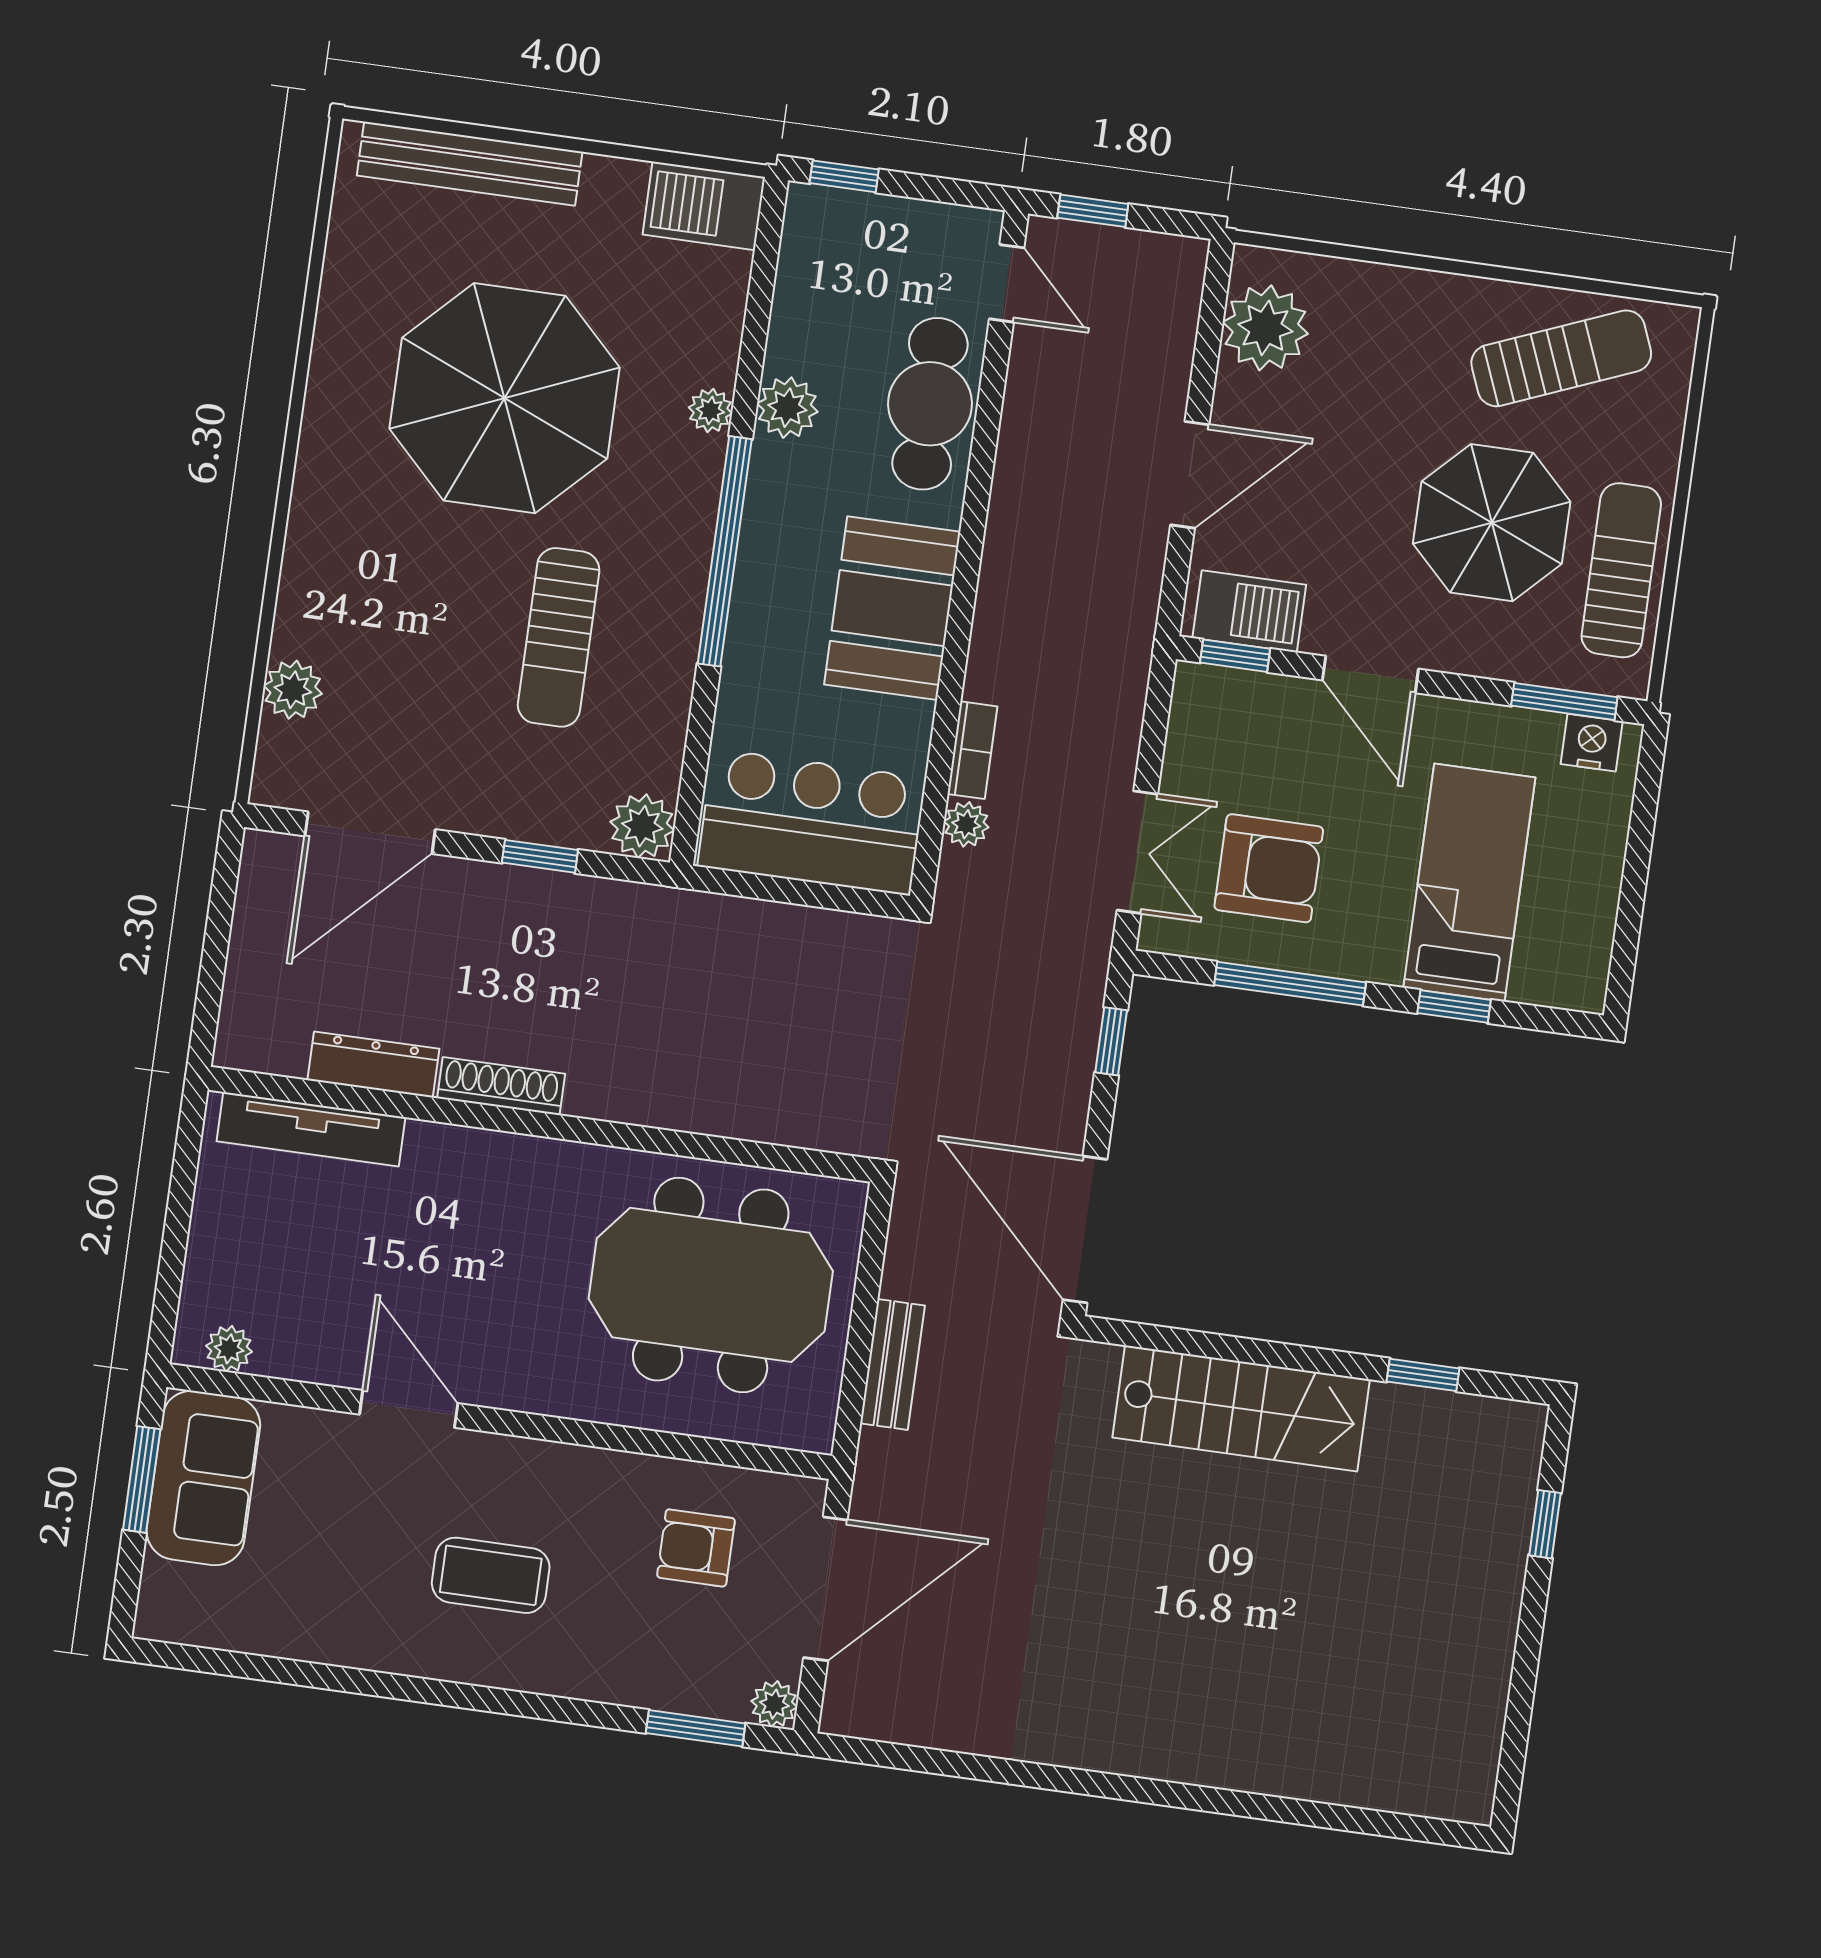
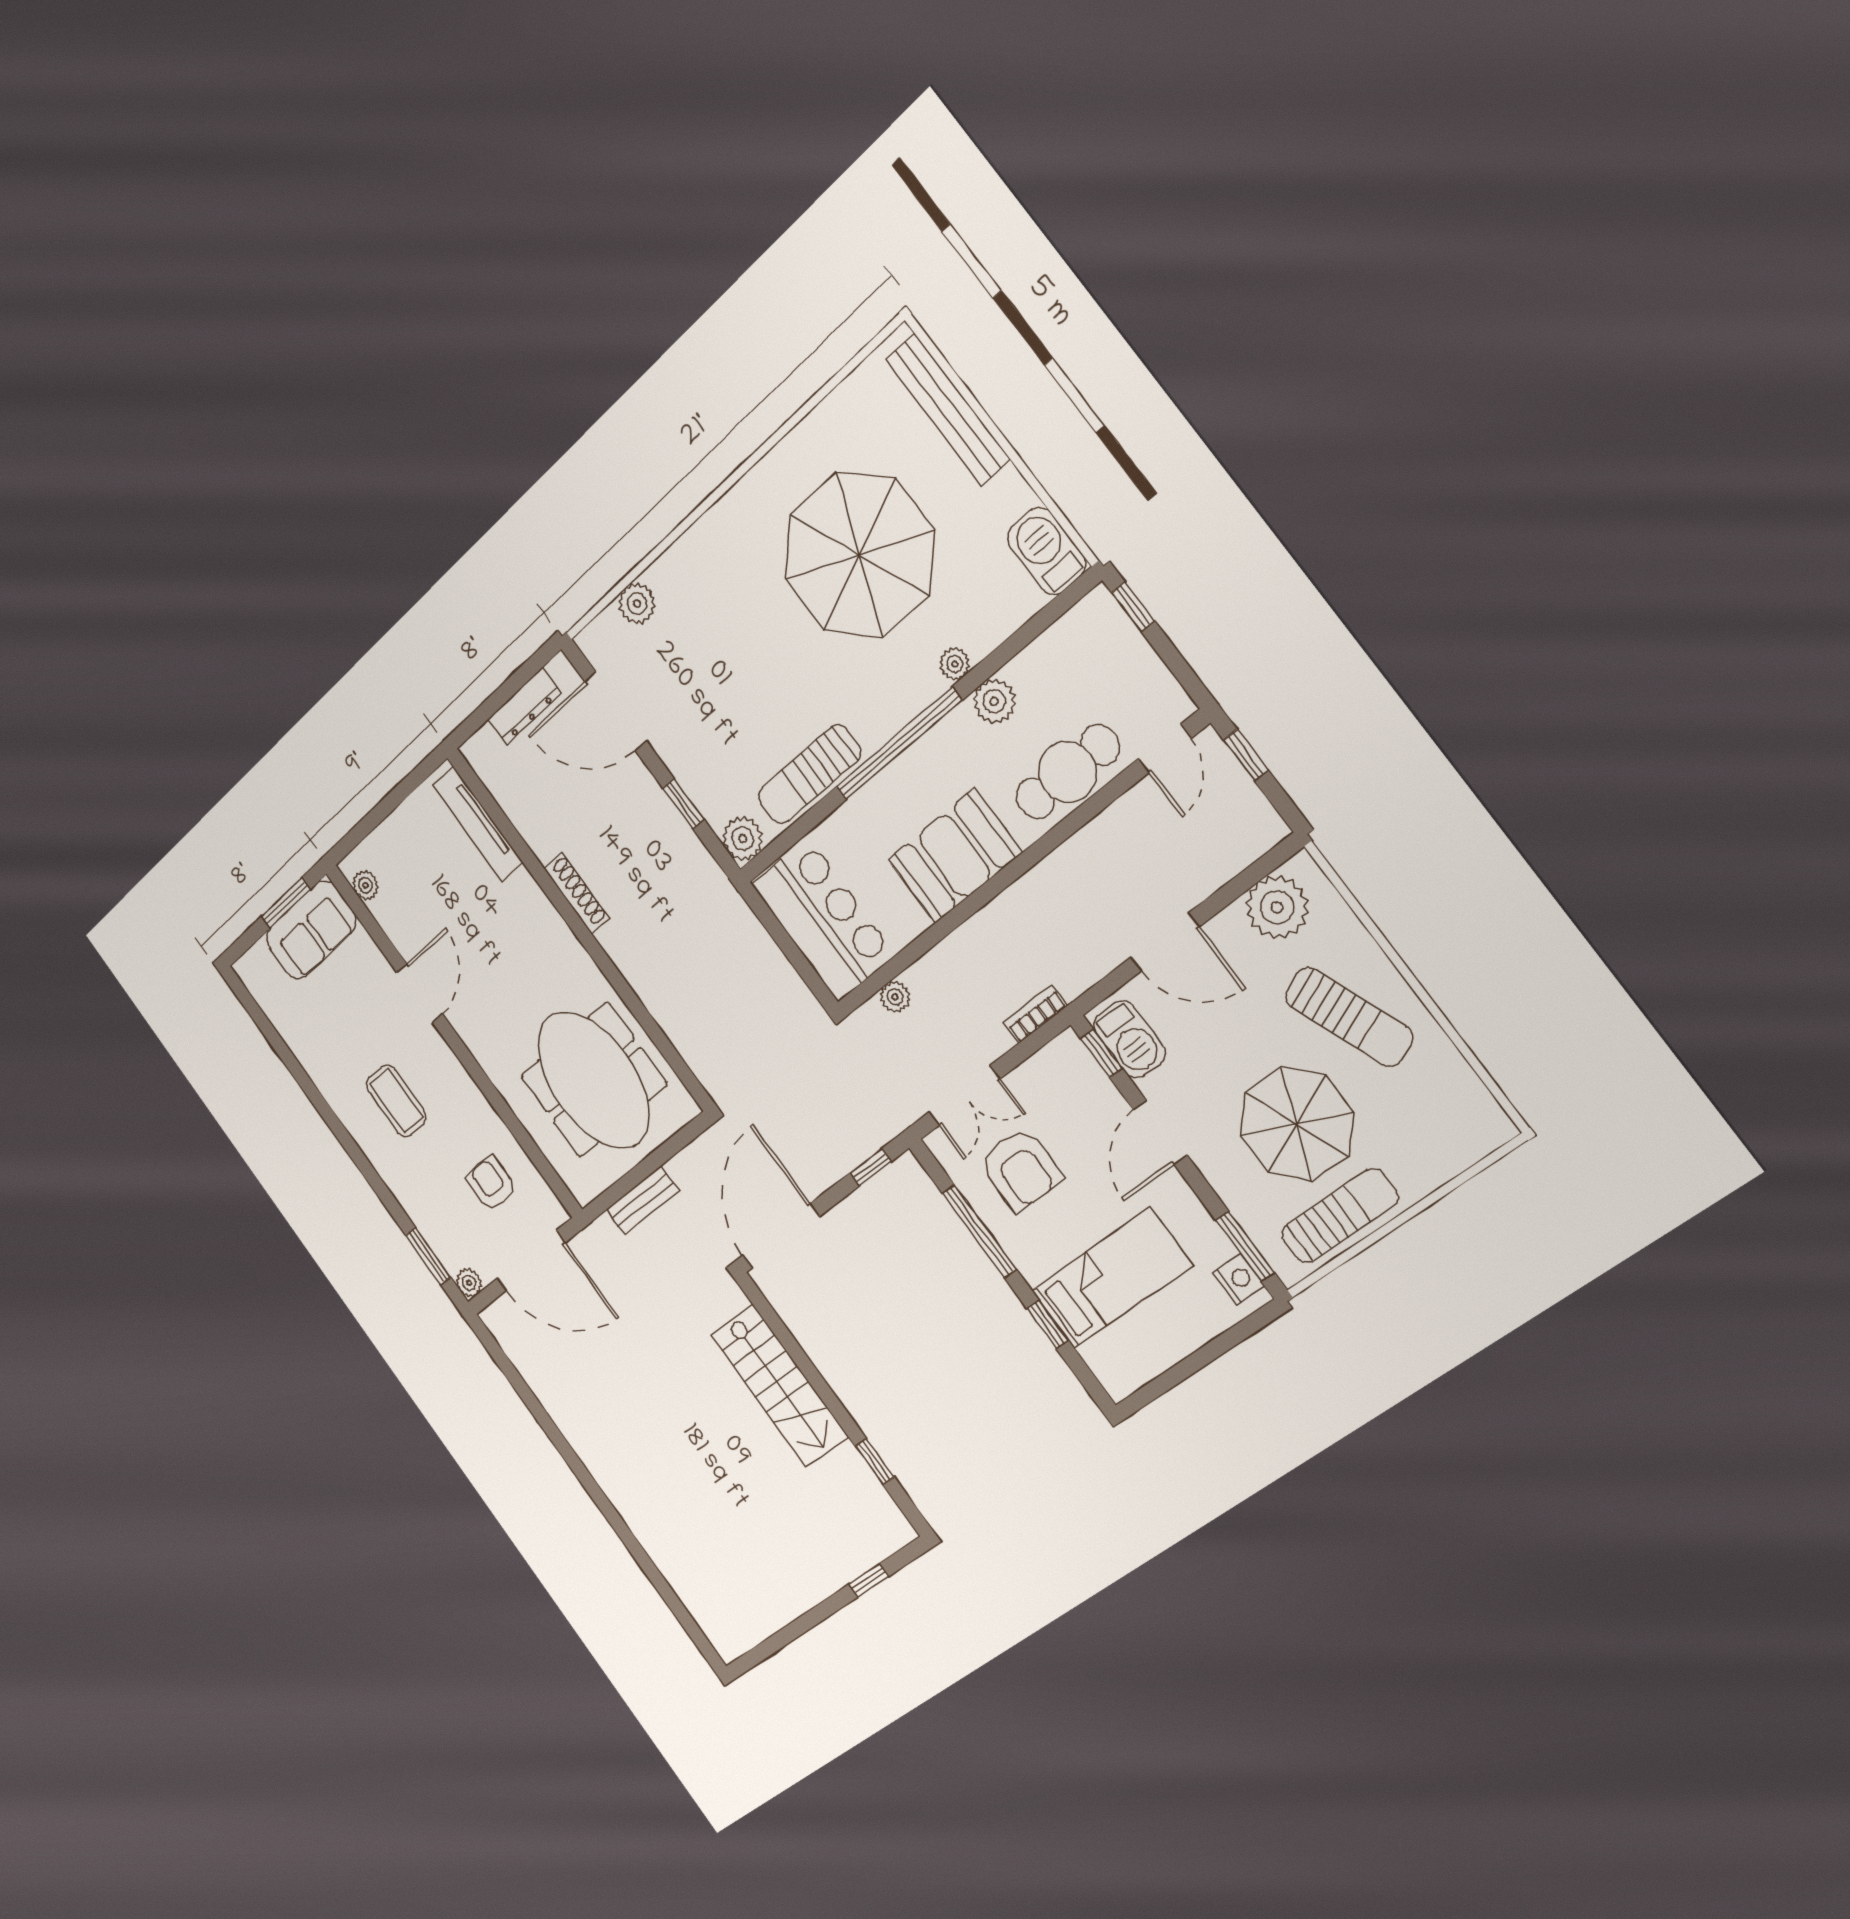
sun lounger: (1561, 358) -> (1349, 1017), moved
sun lounger: (559, 637) -> (809, 774), moved
bookcase: (972, 750) -> (1035, 1014), moved, turned 180
dresser: (373, 1065) -> (524, 706), moved, turned 90

